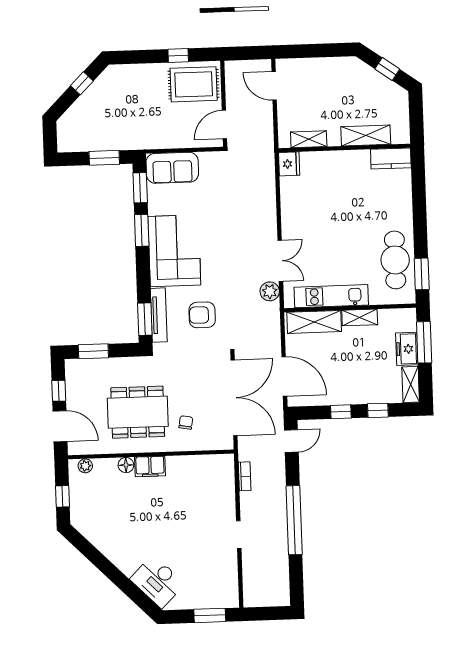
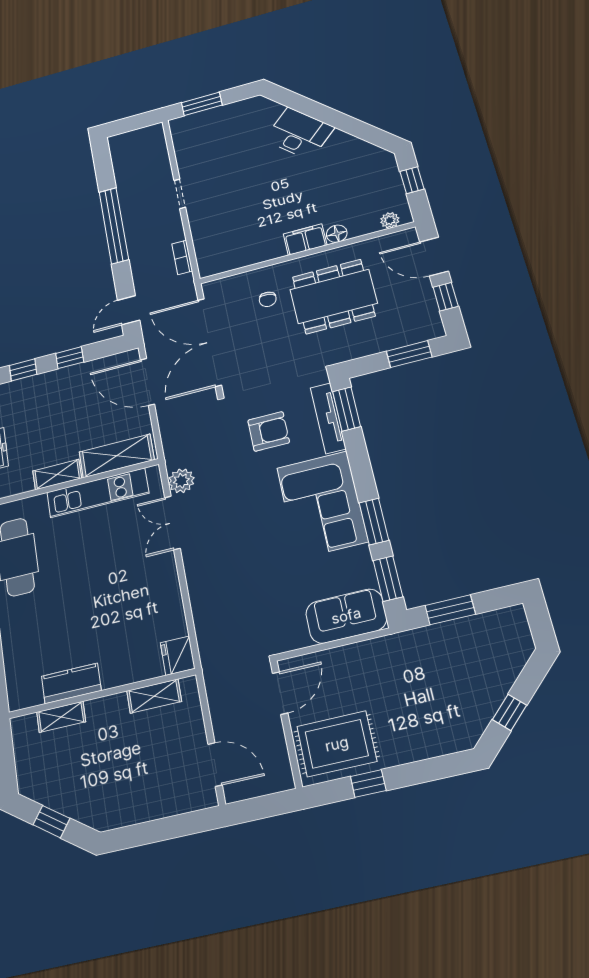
shelving: (366, 135) -> (61, 717), width x0.67, depth x0.75
kitchen counter: (391, 158) -> (71, 683), moved
desk: (157, 581) -> (299, 134), moved

